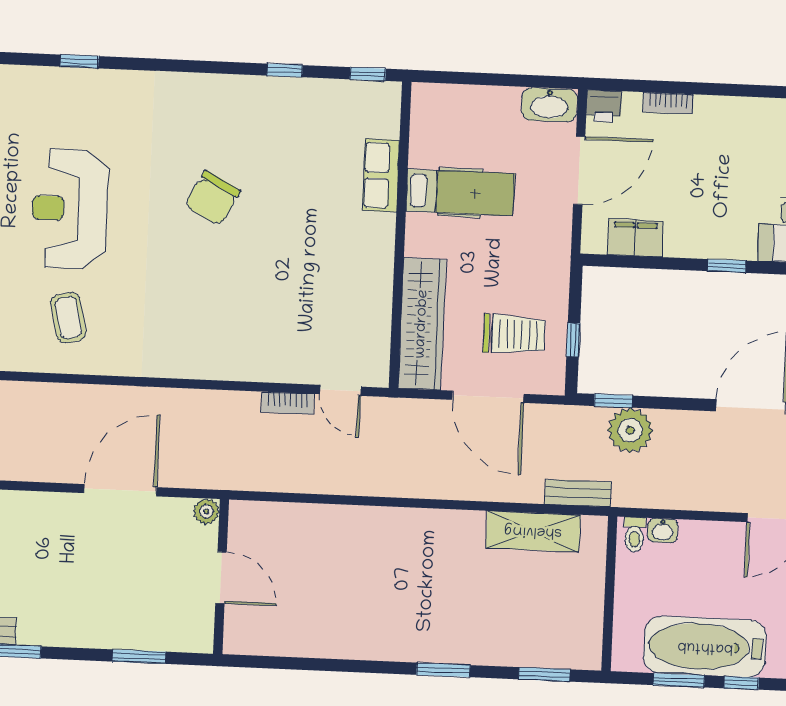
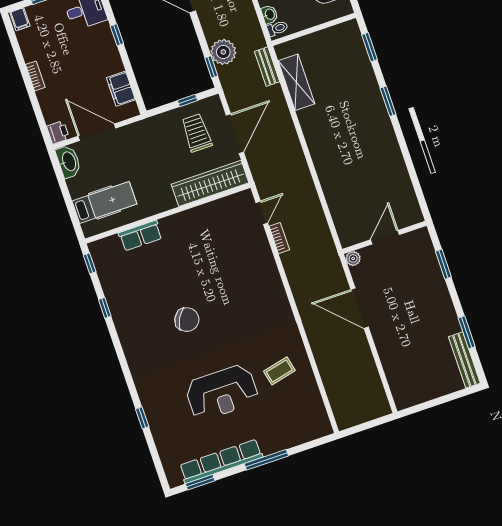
bookcase: (668, 103) -> (35, 76), moved
hospital bed: (460, 192) -> (104, 202), moved, turned 90

